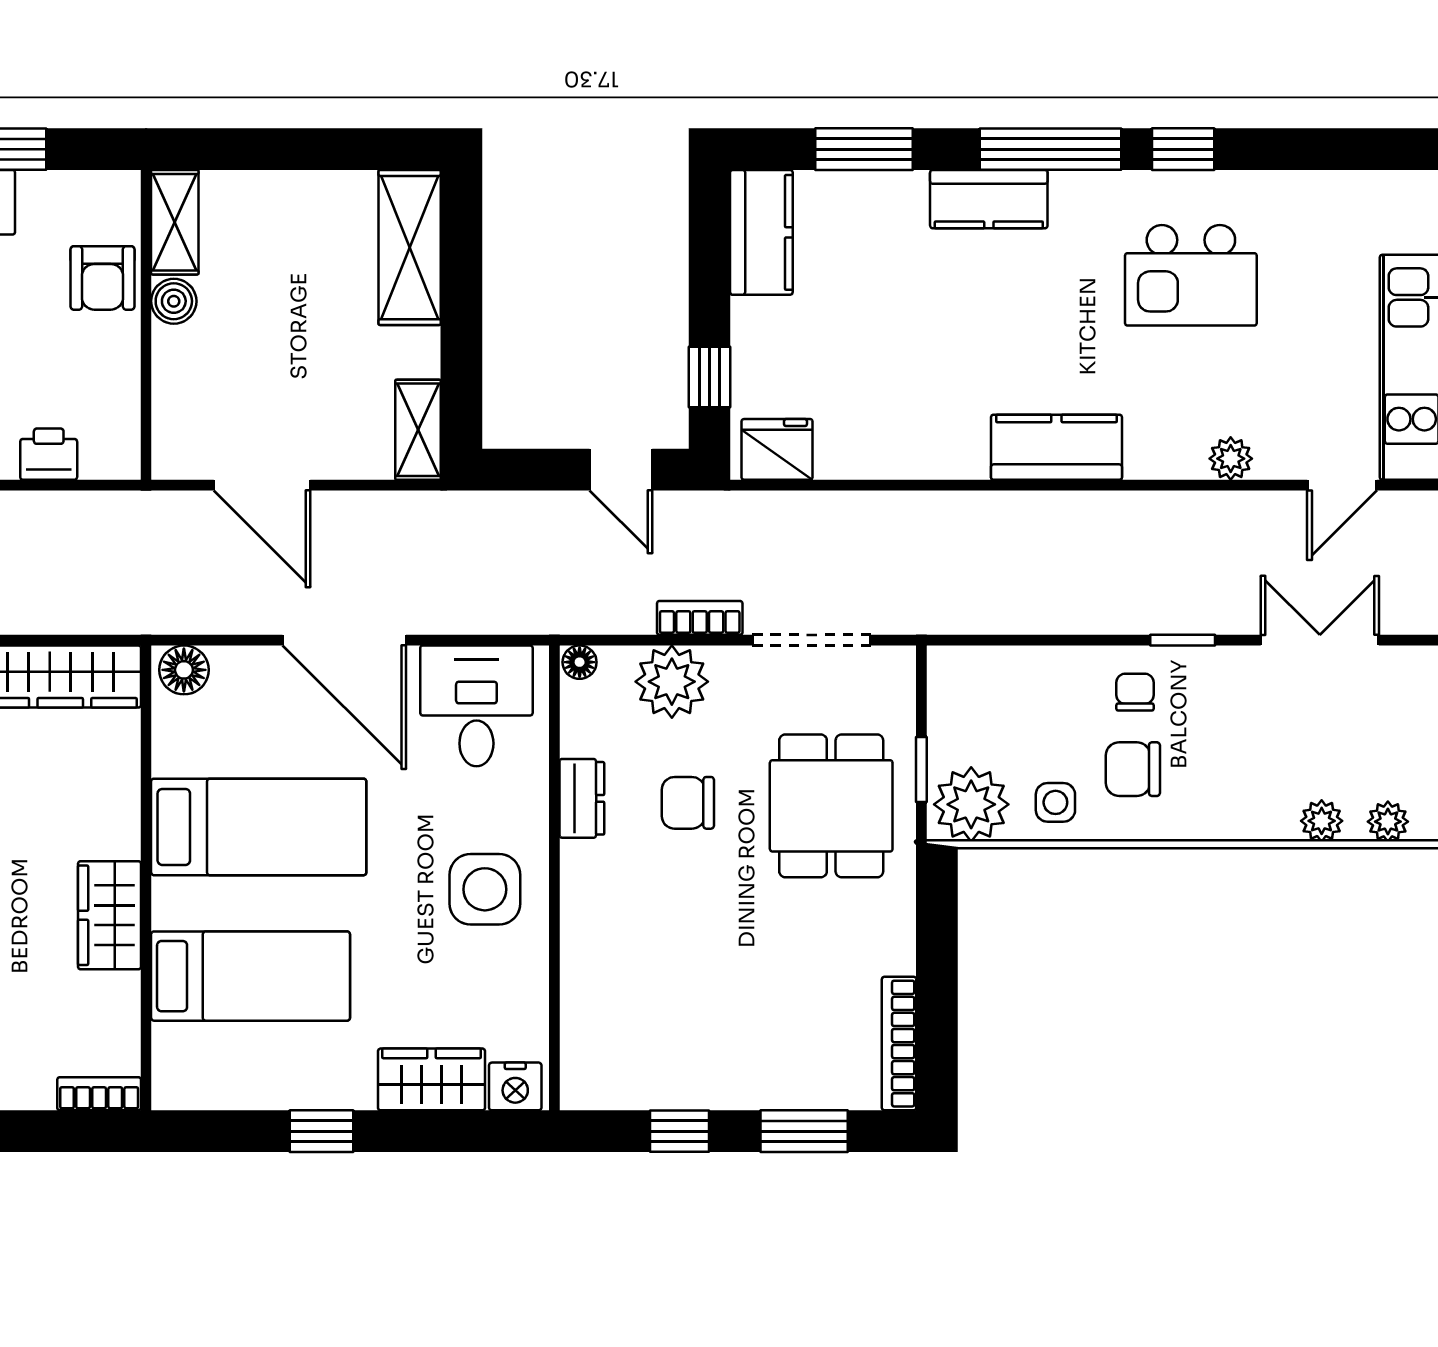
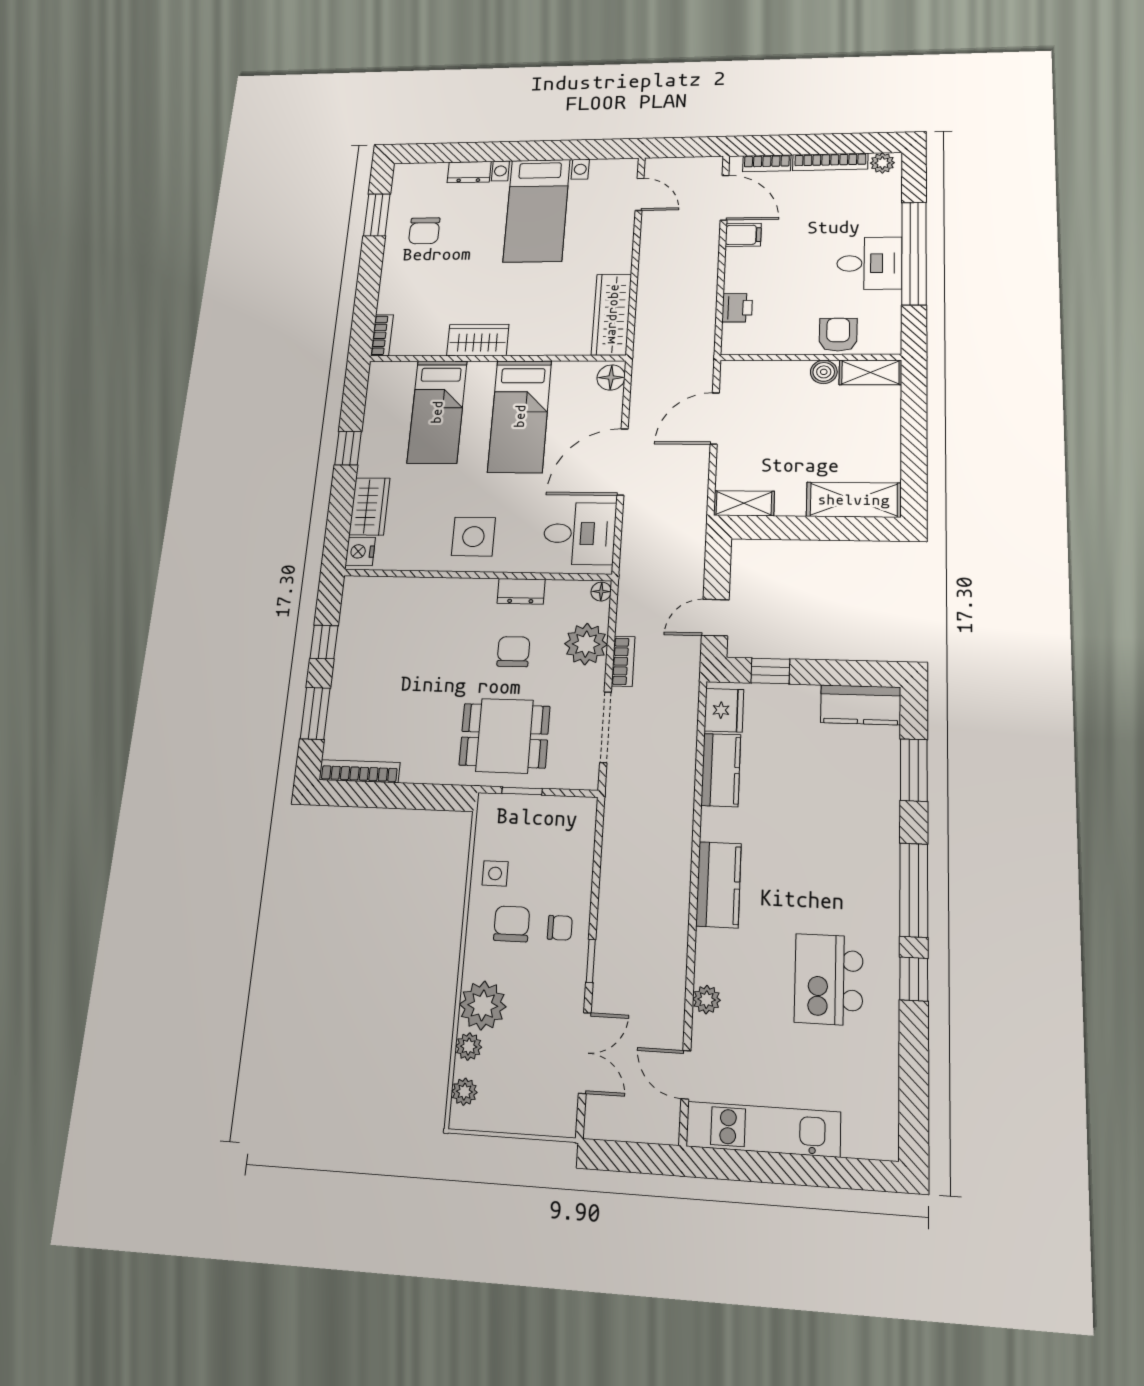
kitchen counter: (989, 199) -> (721, 770), moved, turned 180
armchair: (102, 278) -> (838, 335), turned 90
plant: (971, 804) -> (483, 1005), moved

